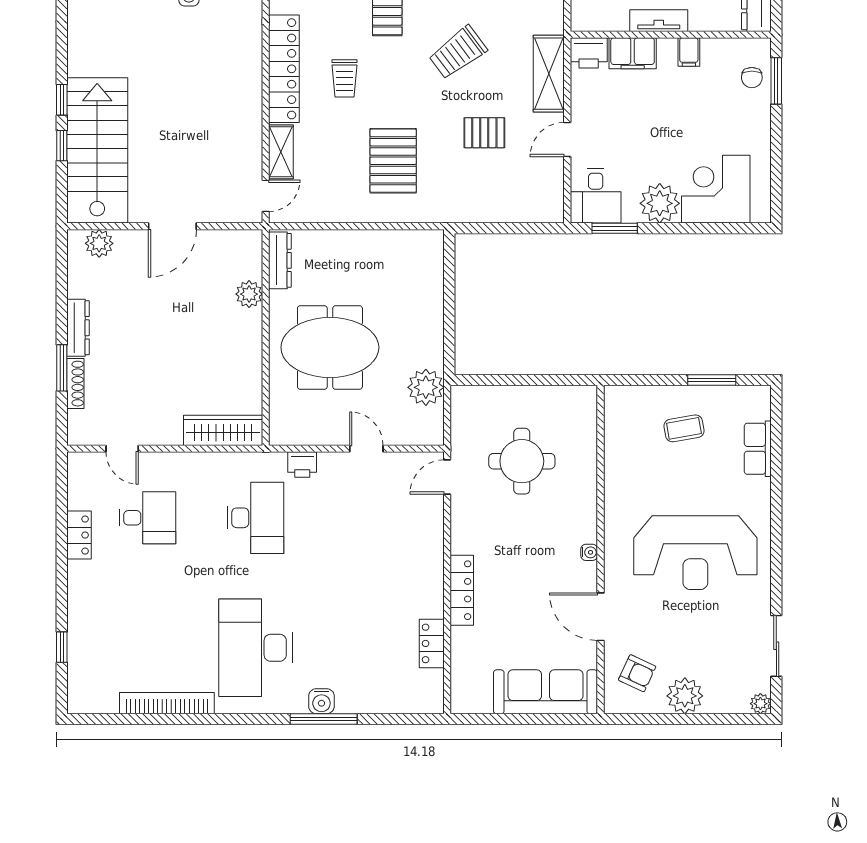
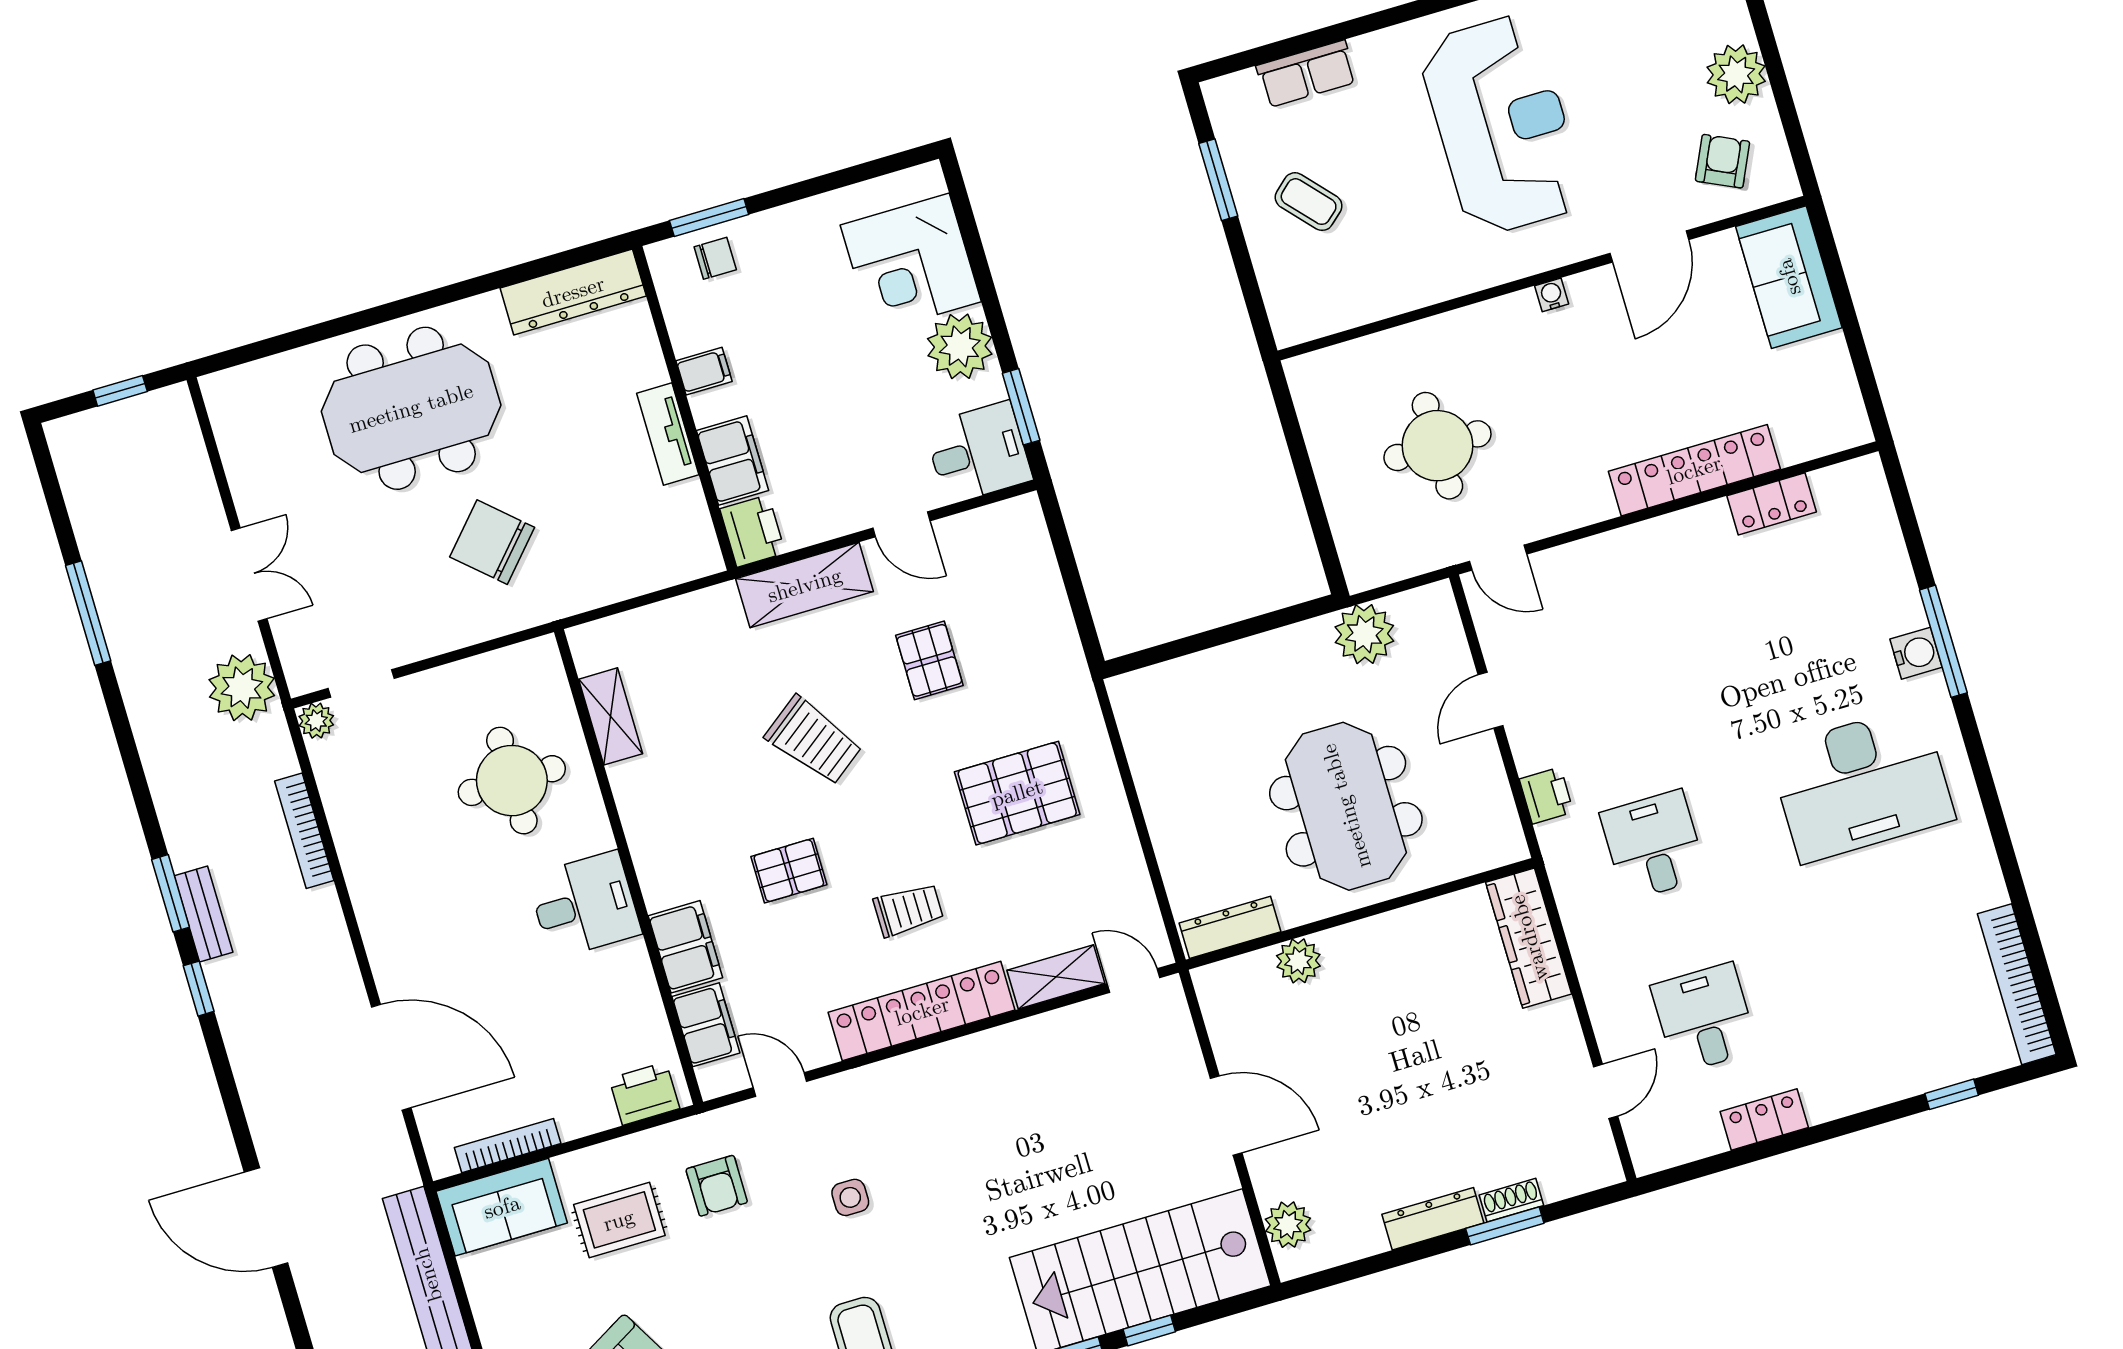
shoe rack: (75, 384) -> (1511, 1200), width x0.70
coffee table: (684, 428) -> (1309, 202), turned -32
desk: (255, 518) -> (1654, 845), width x0.73
locker: (462, 590) -> (1694, 470), width x1.41, depth x1.21
sofa: (545, 692) -> (1789, 277), width x0.73
bookcase: (167, 703) -> (2017, 984), moved

